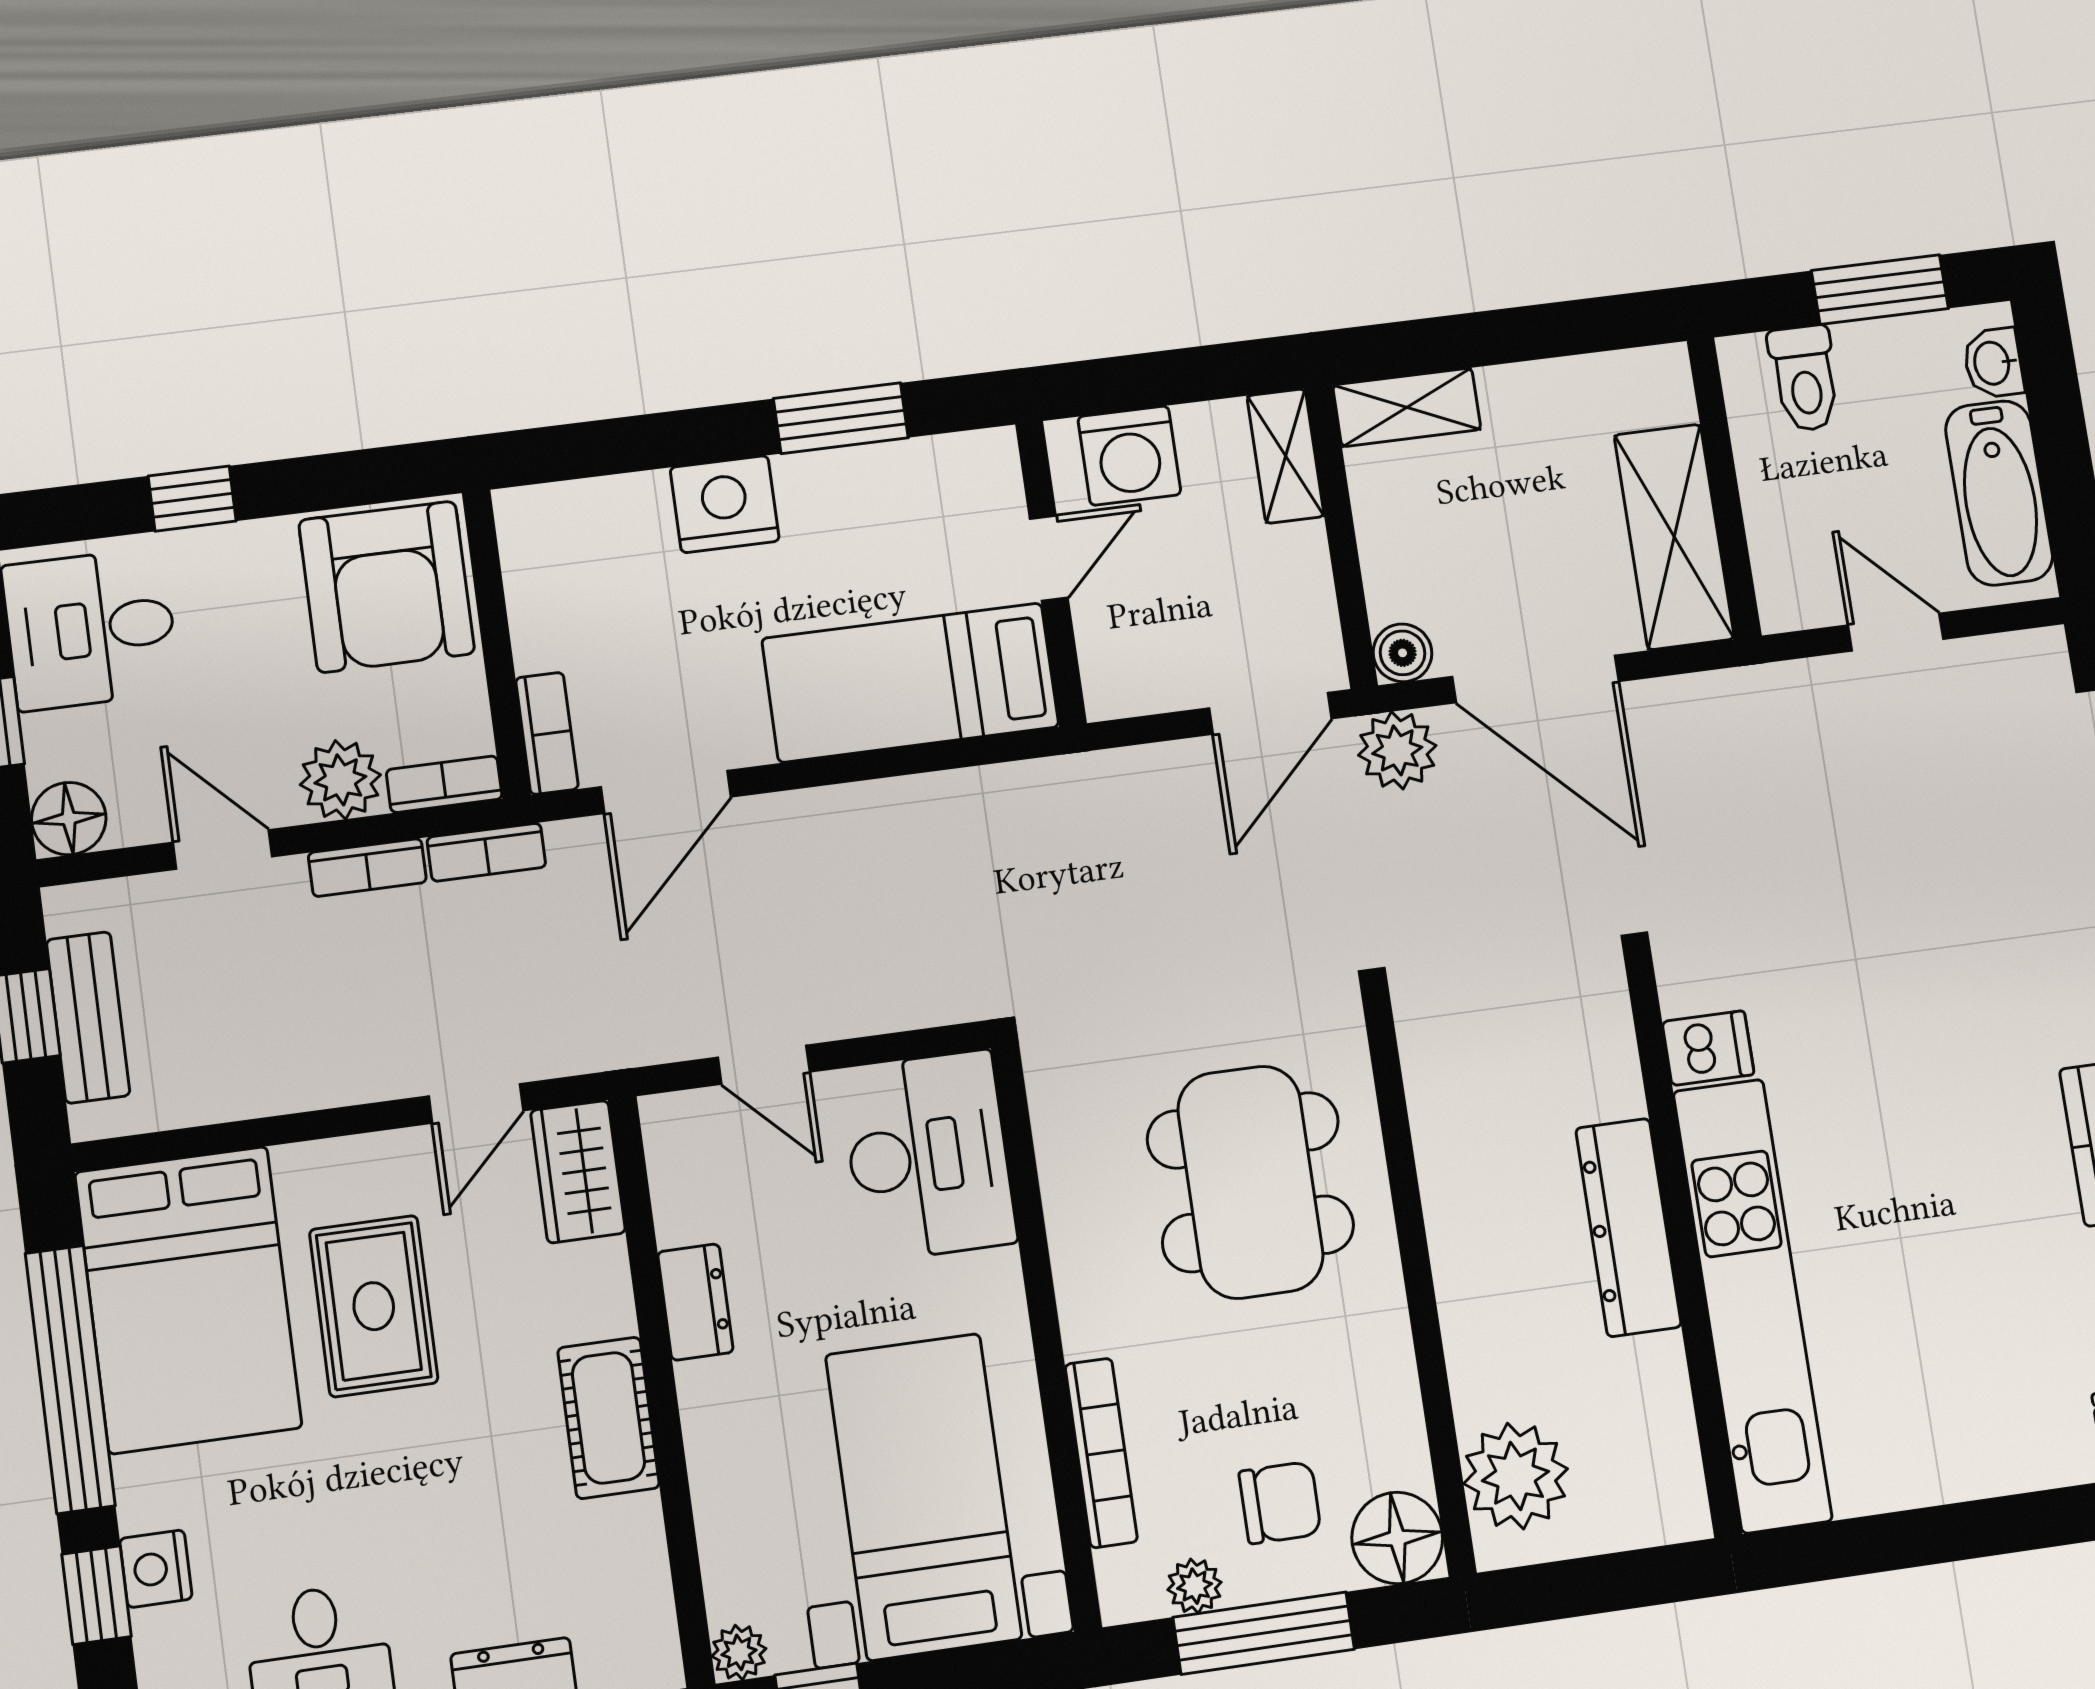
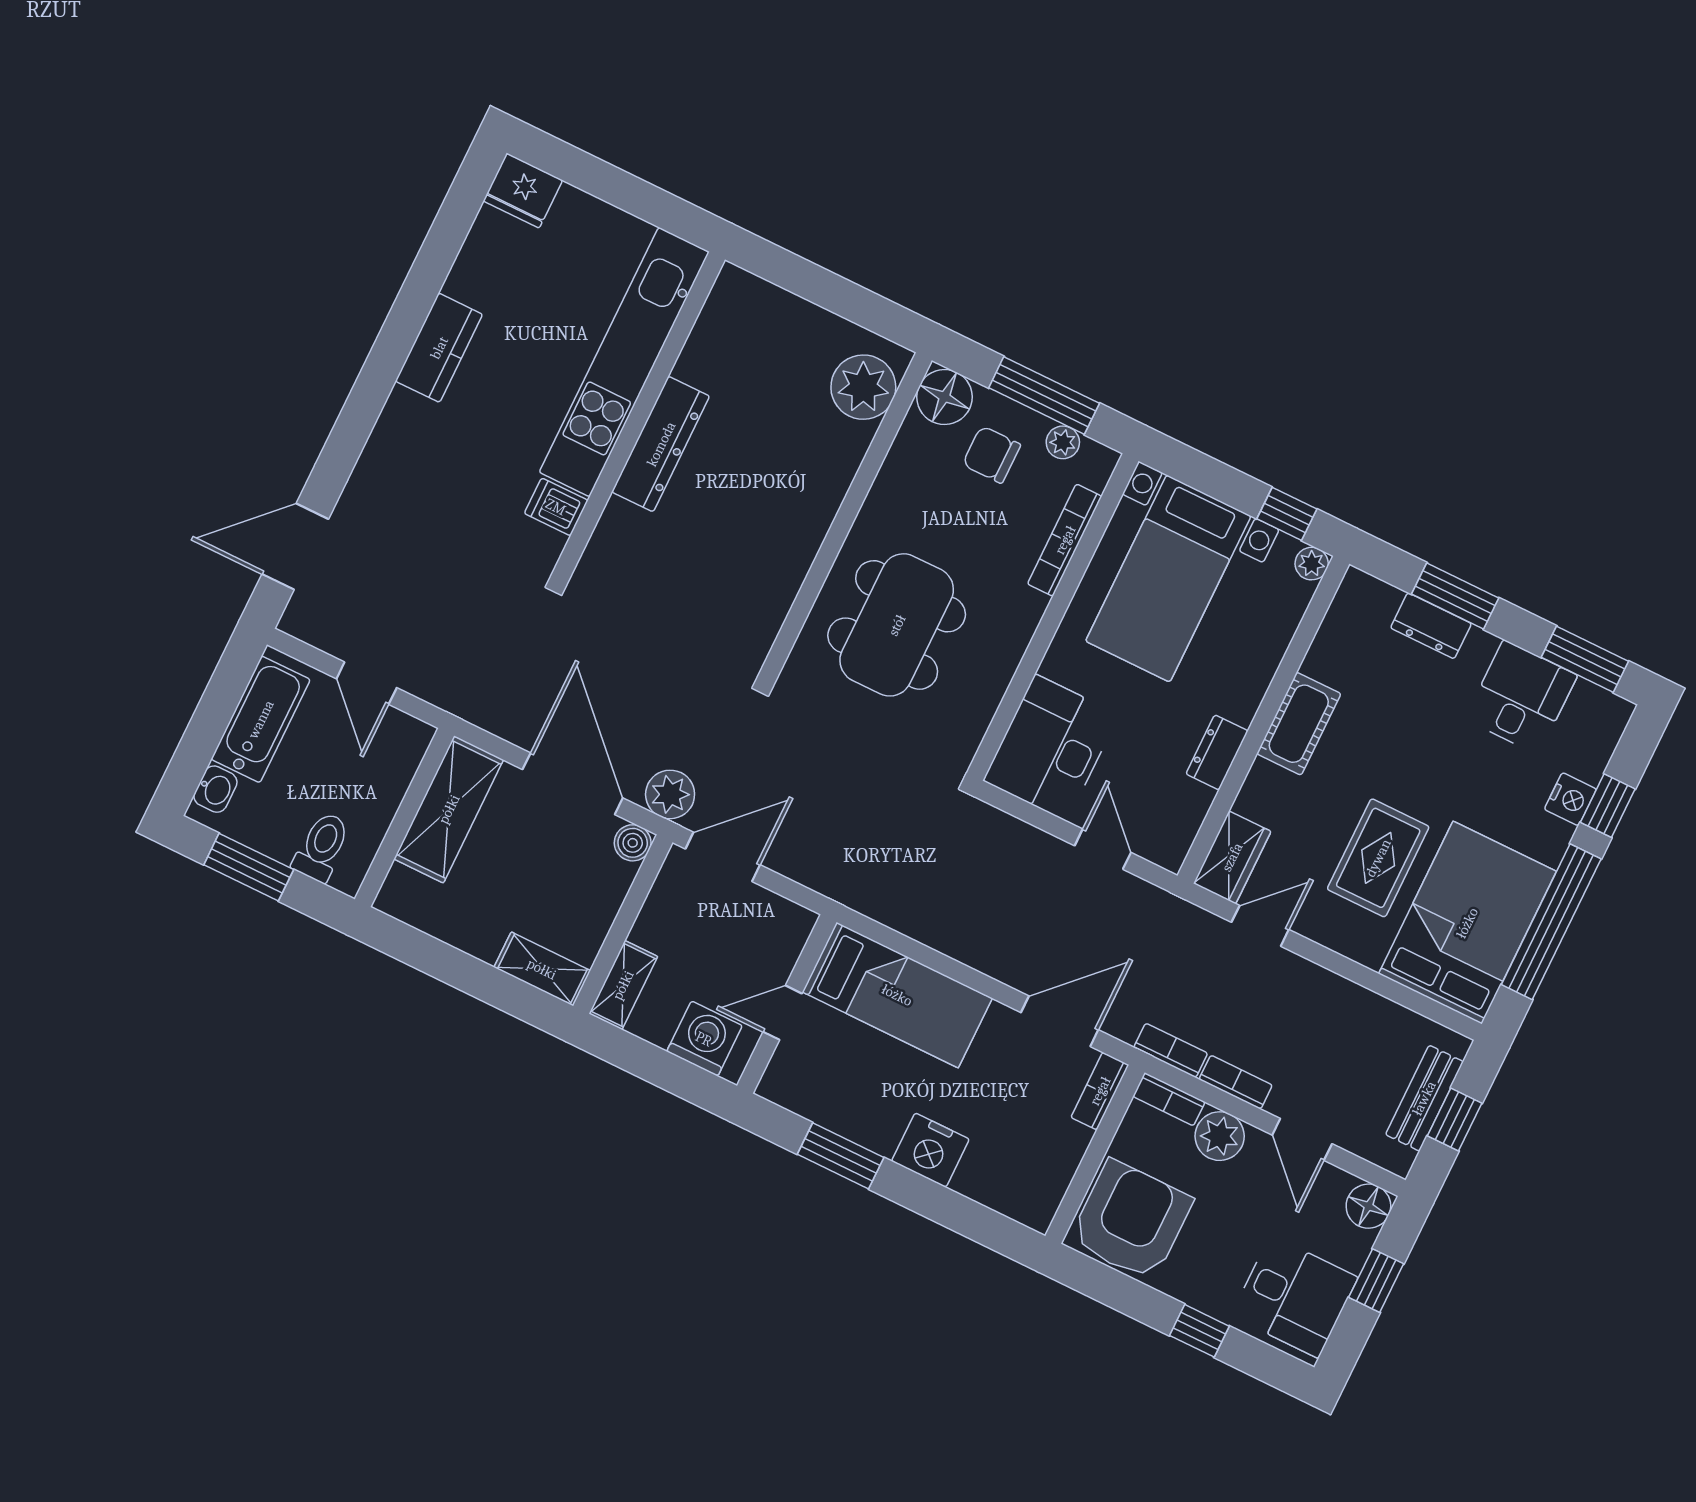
dishwasher: (1708, 1048) -> (556, 507), moved
dresser: (1628, 1227) -> (661, 444), moved
wall: (1683, 1247) -> (639, 415), moved
kitchen unit: (1753, 1305) -> (624, 362), moved

